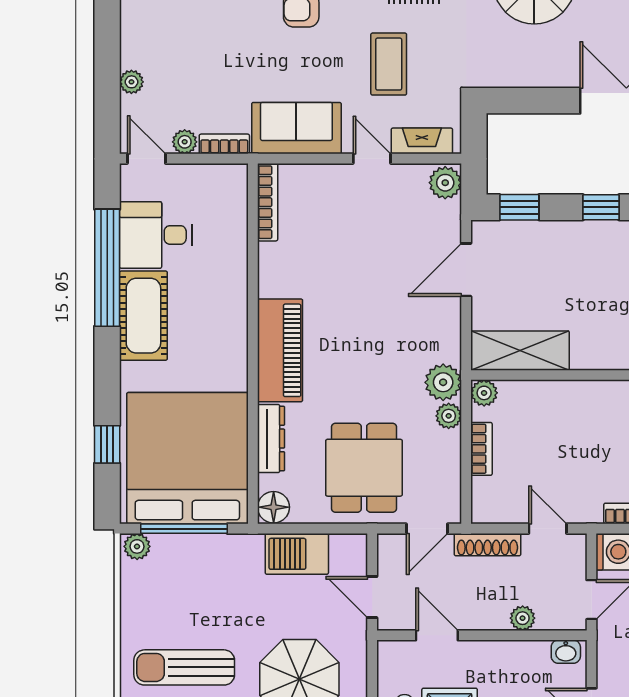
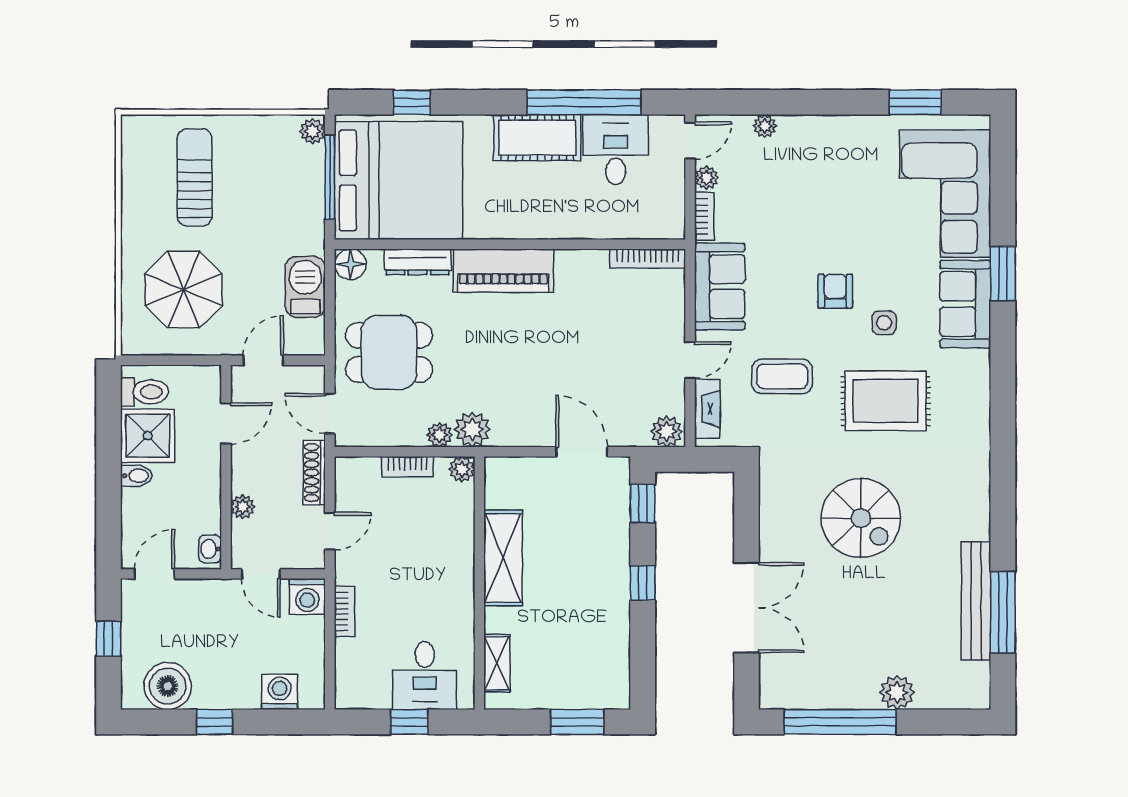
shelving: (520, 351) -> (503, 558), moved

